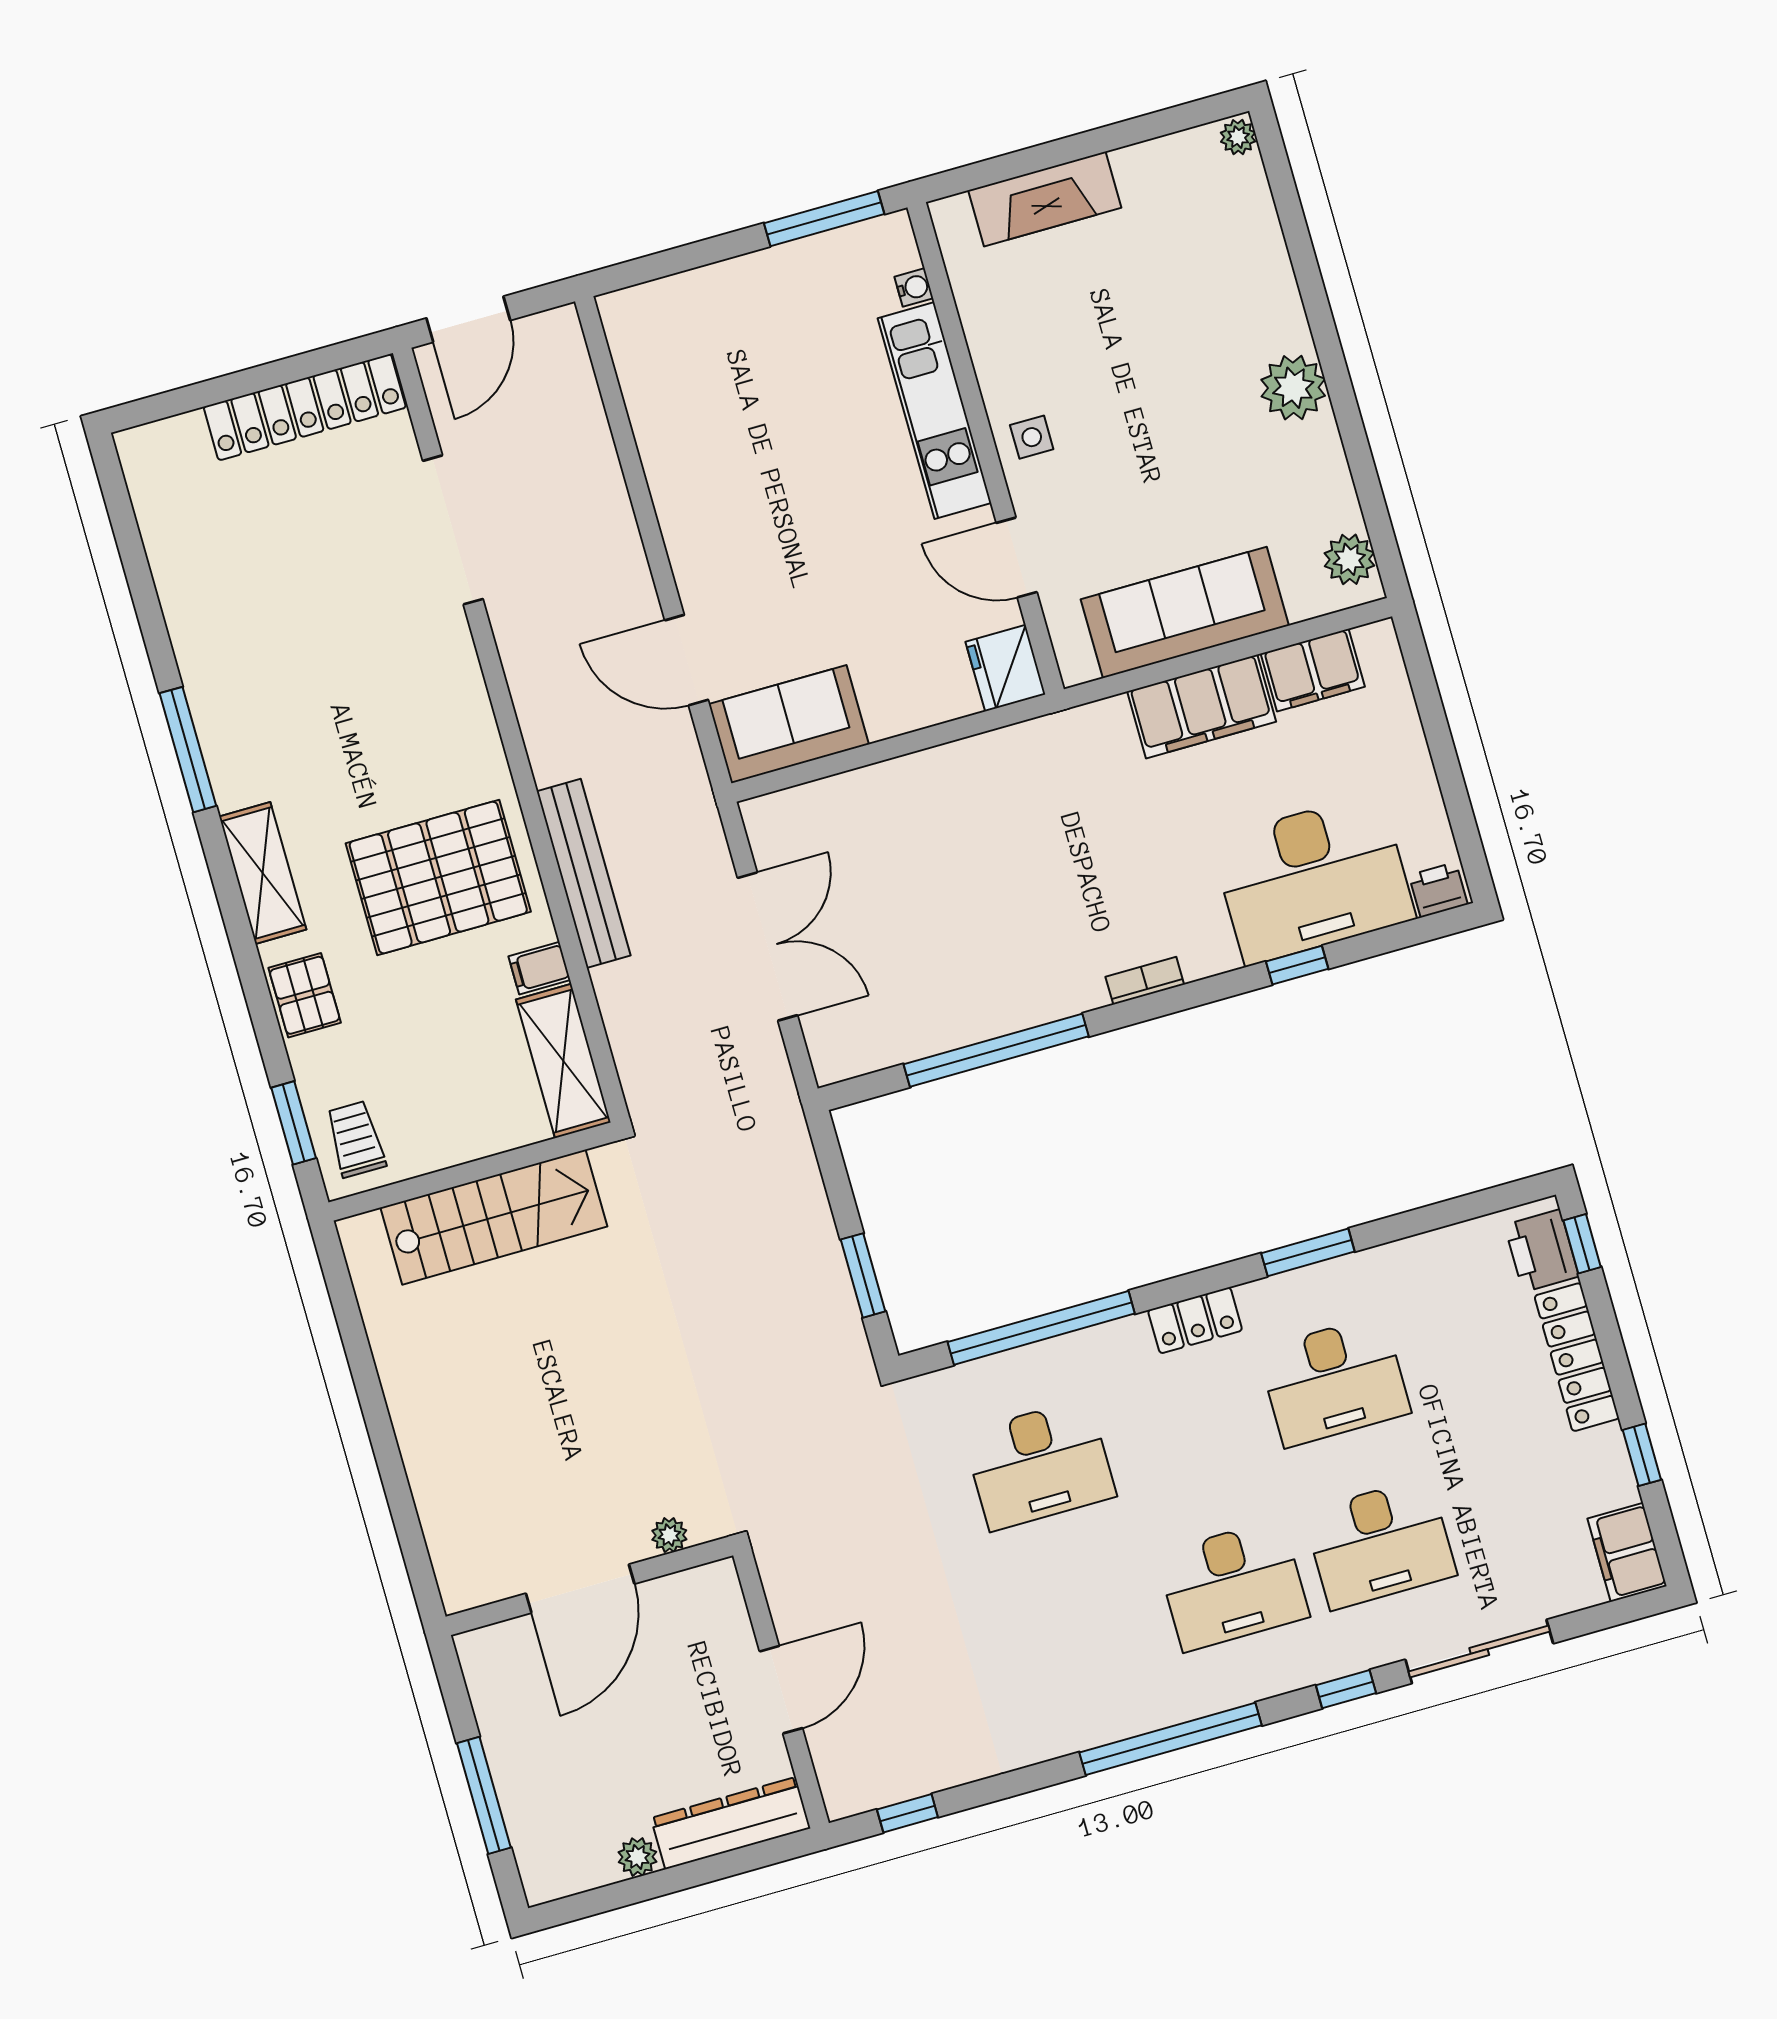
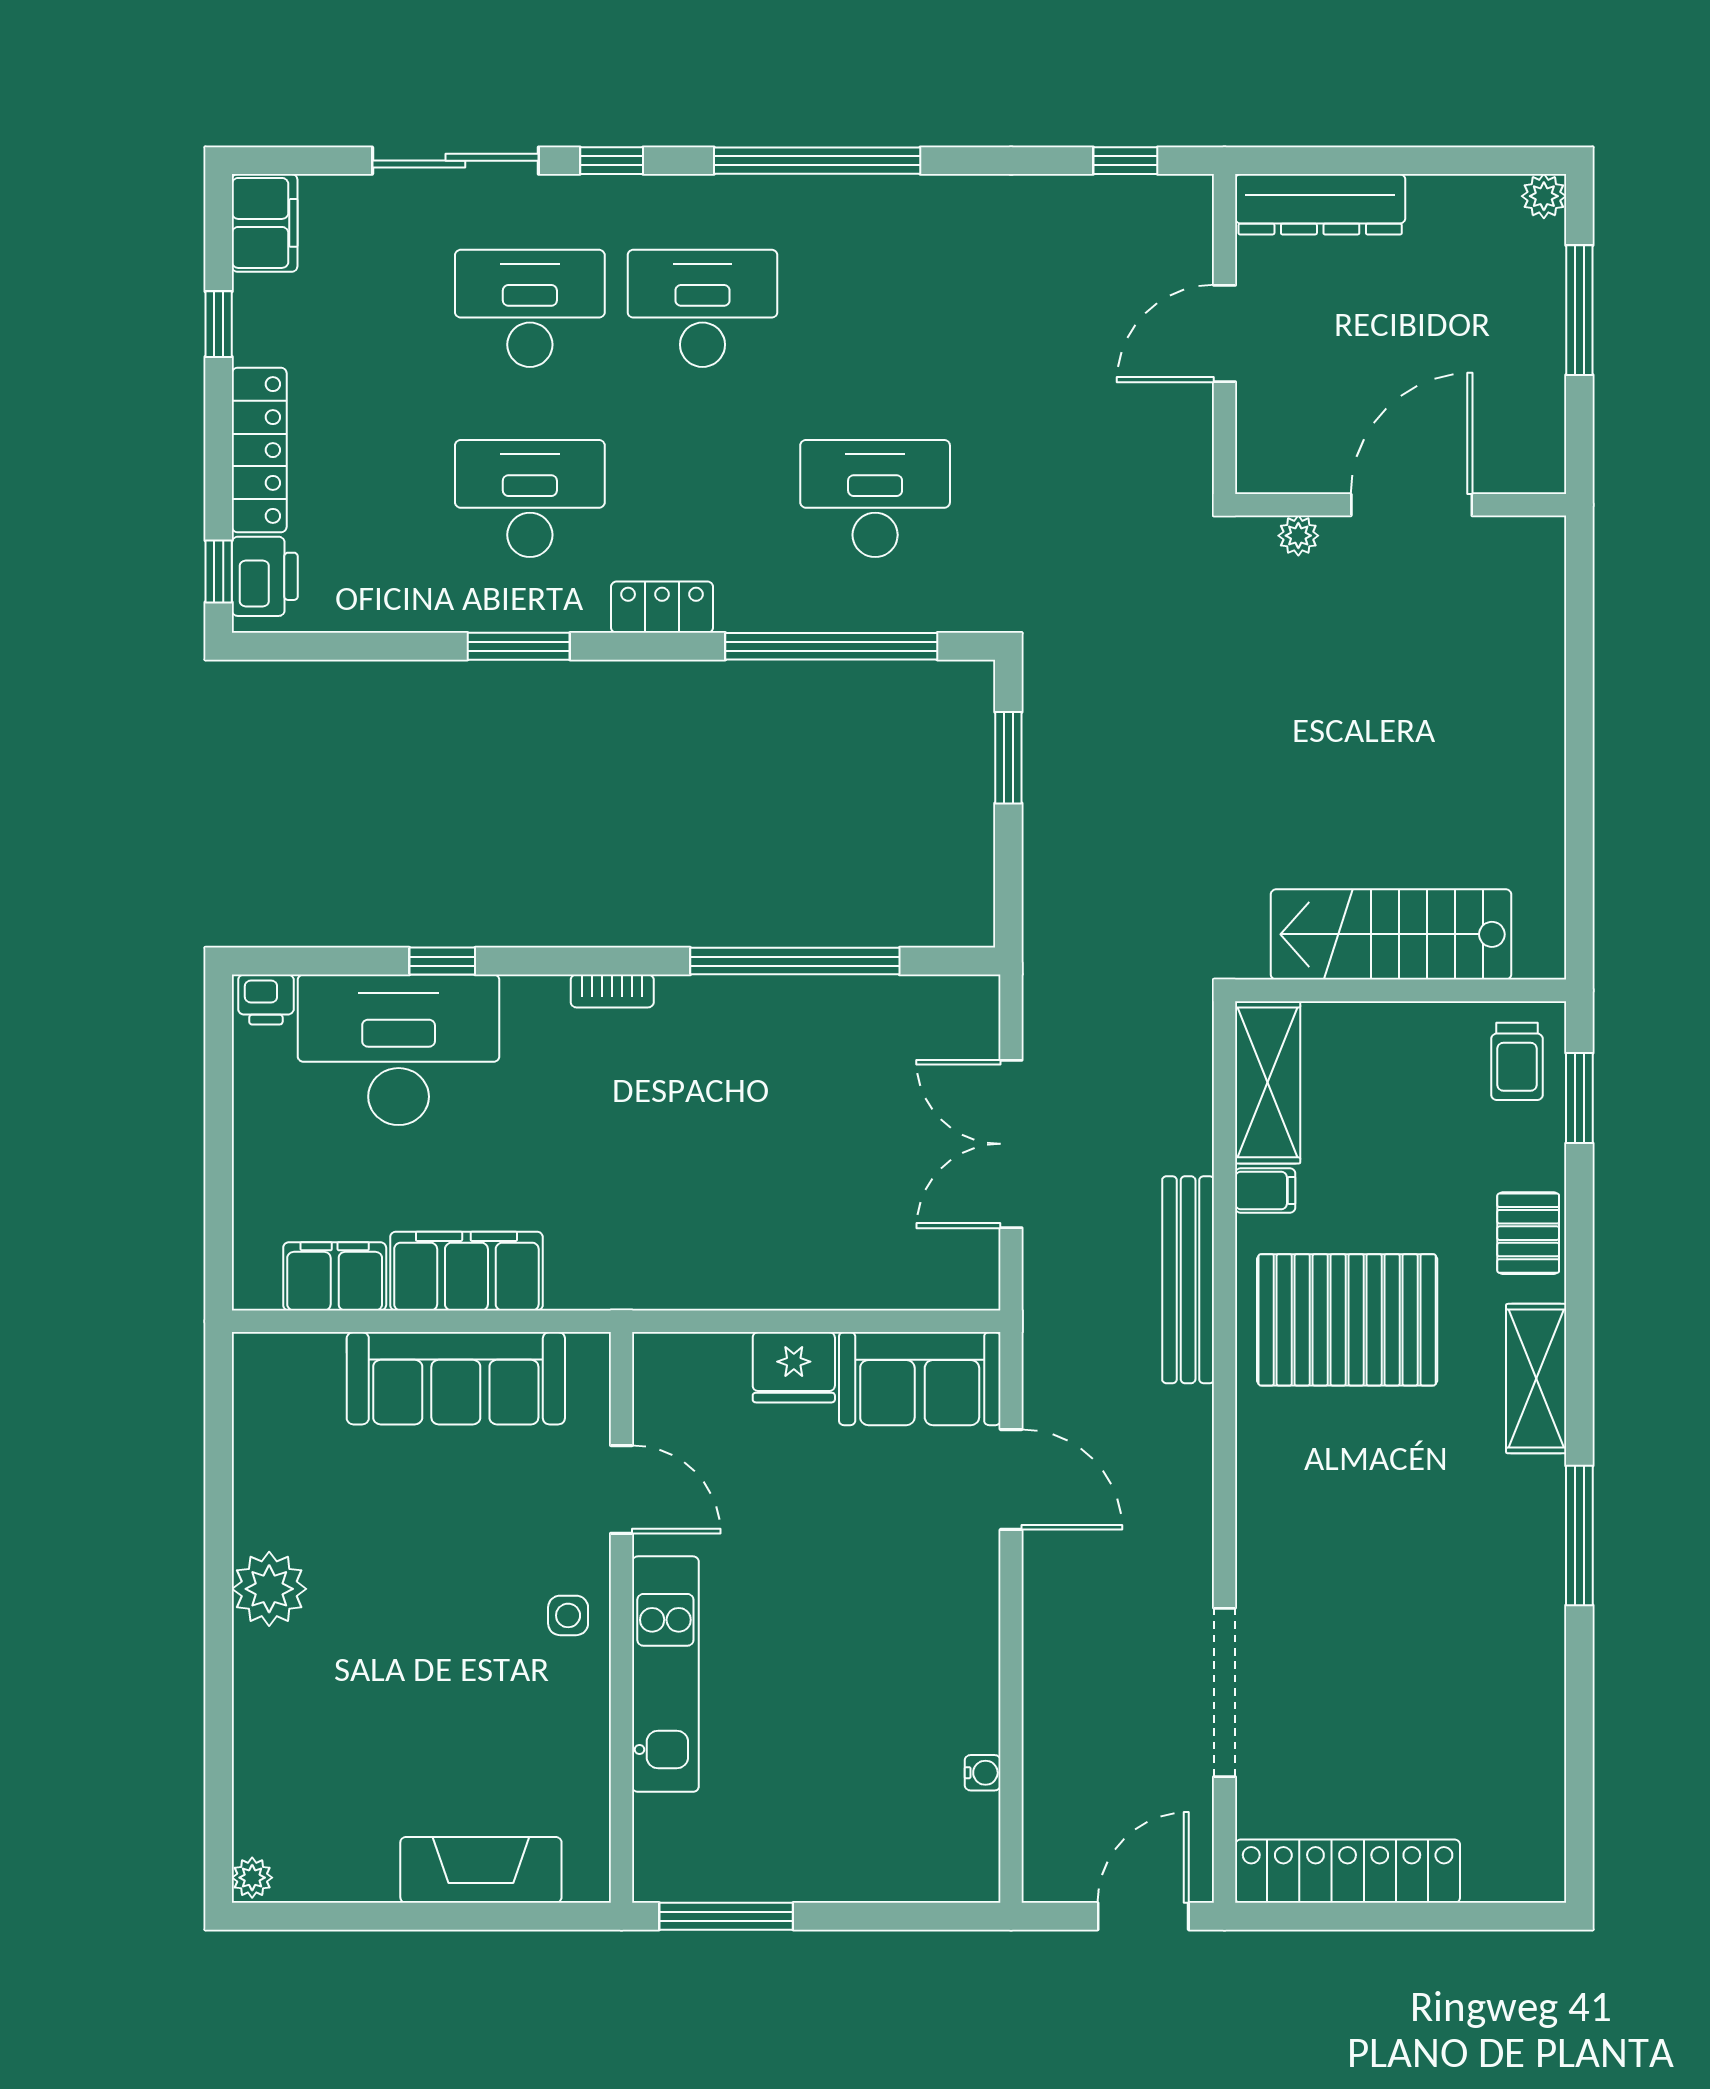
water cooler: (914, 287) -> (983, 1773), moved, turned 180
plant: (1349, 559) -> (261, 1385), removed
fridge: (1005, 668) -> (794, 1367), moved, turned 90
plant: (638, 1857) -> (1544, 196), moved

